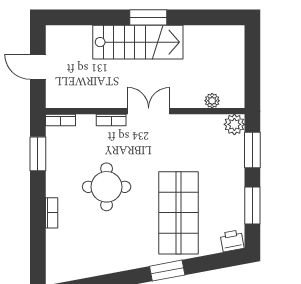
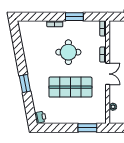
plant: (234, 124) -> (101, 118), removed
window: (38, 154) -> (74, 17), moved
window: (252, 206) -> (59, 128), removed
shop shelf: (179, 213) -> (70, 87), moved

